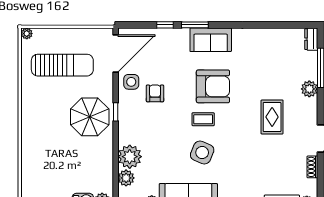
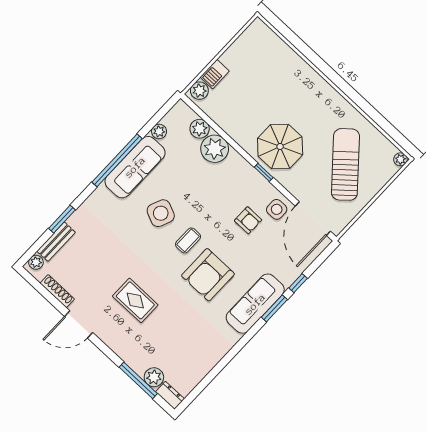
sofa: (211, 40) -> (255, 304), width x1.36
sun lounger: (62, 65) -> (345, 164), turned 139
plant: (309, 89) -> (154, 377), moved
shoe rack: (312, 167) -> (57, 291), width x1.43

